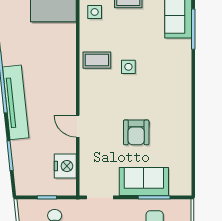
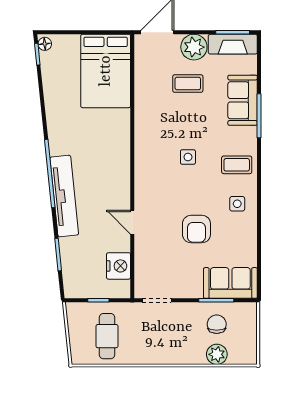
side table: (95, 12) -> (237, 204), moved
coffee table: (97, 60) -> (237, 165), moved
sofa: (144, 182) -> (230, 283), moved

